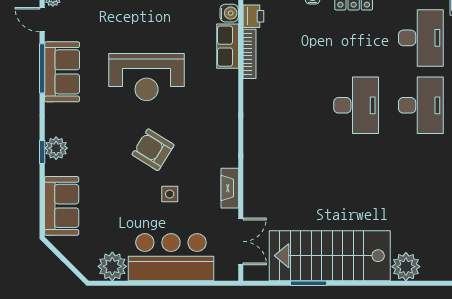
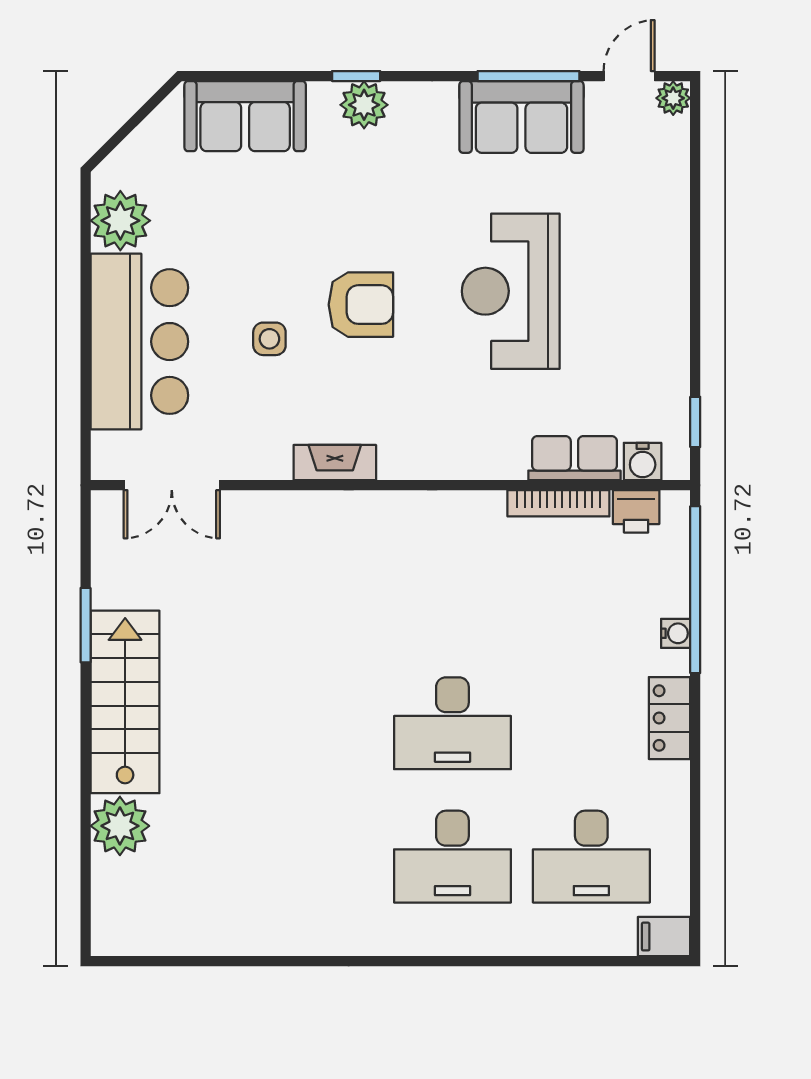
armchair: (153, 150) -> (361, 305), turned 58
fireplace: (230, 188) -> (335, 463), moved
stairs: (330, 256) -> (125, 702), width x0.73, depth x0.66

